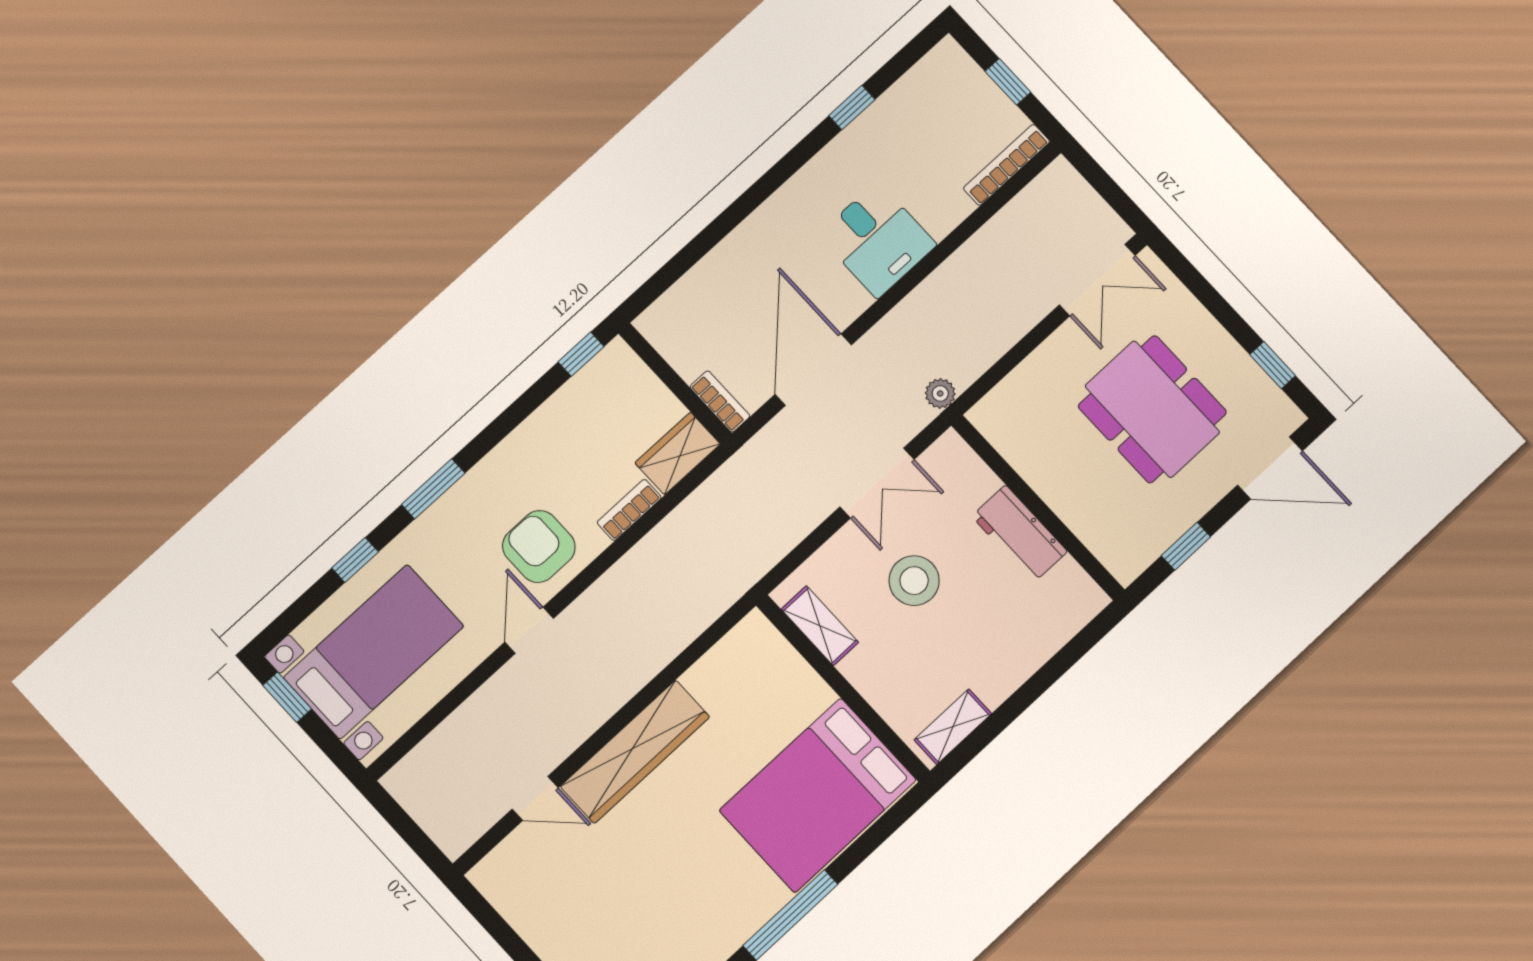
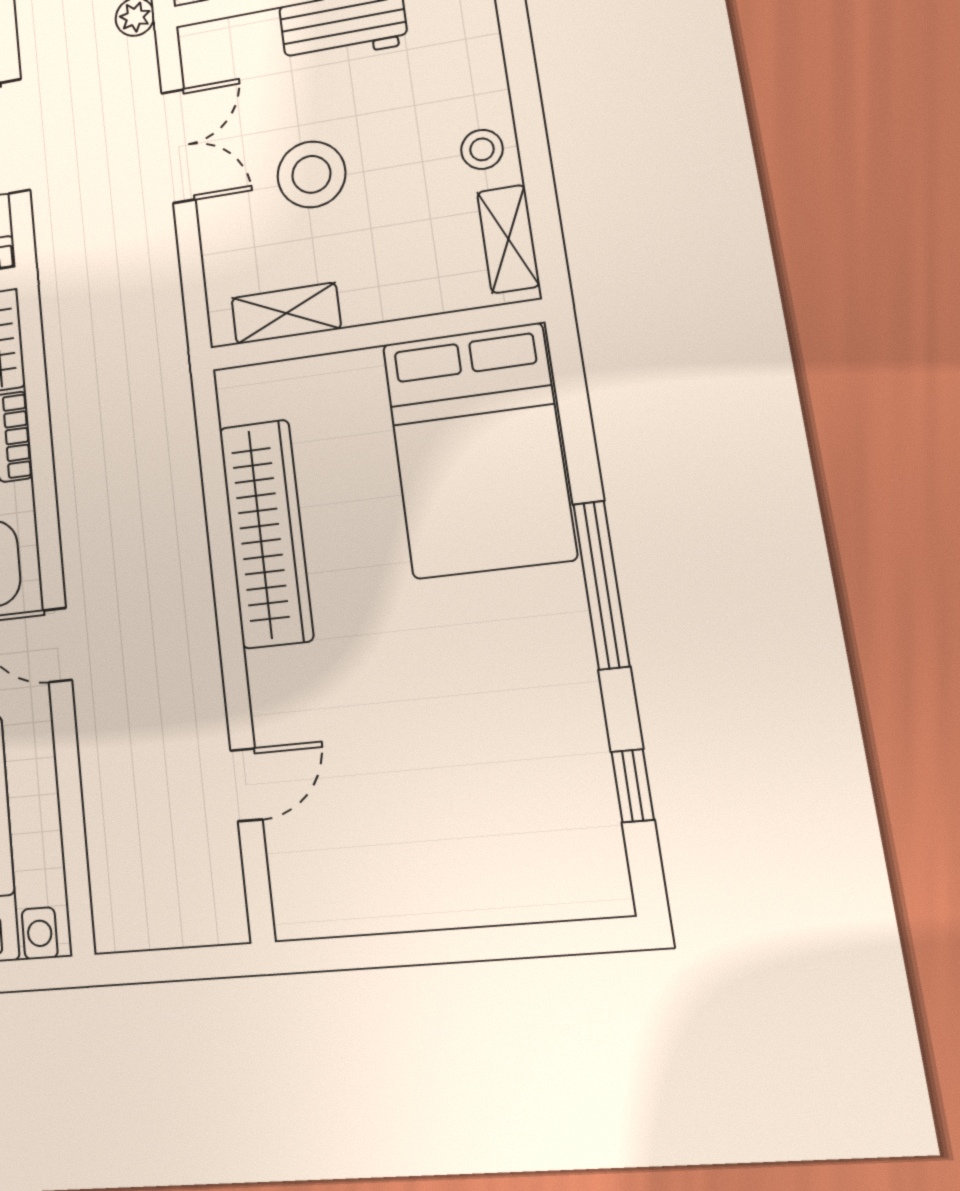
stool: (997, 674) -> (482, 149), added
wardrobe: (635, 752) -> (266, 533), moved

